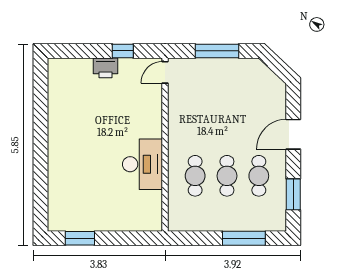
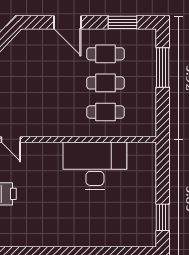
desk: (142, 164) -> (95, 166), width x1.36, depth x1.30

